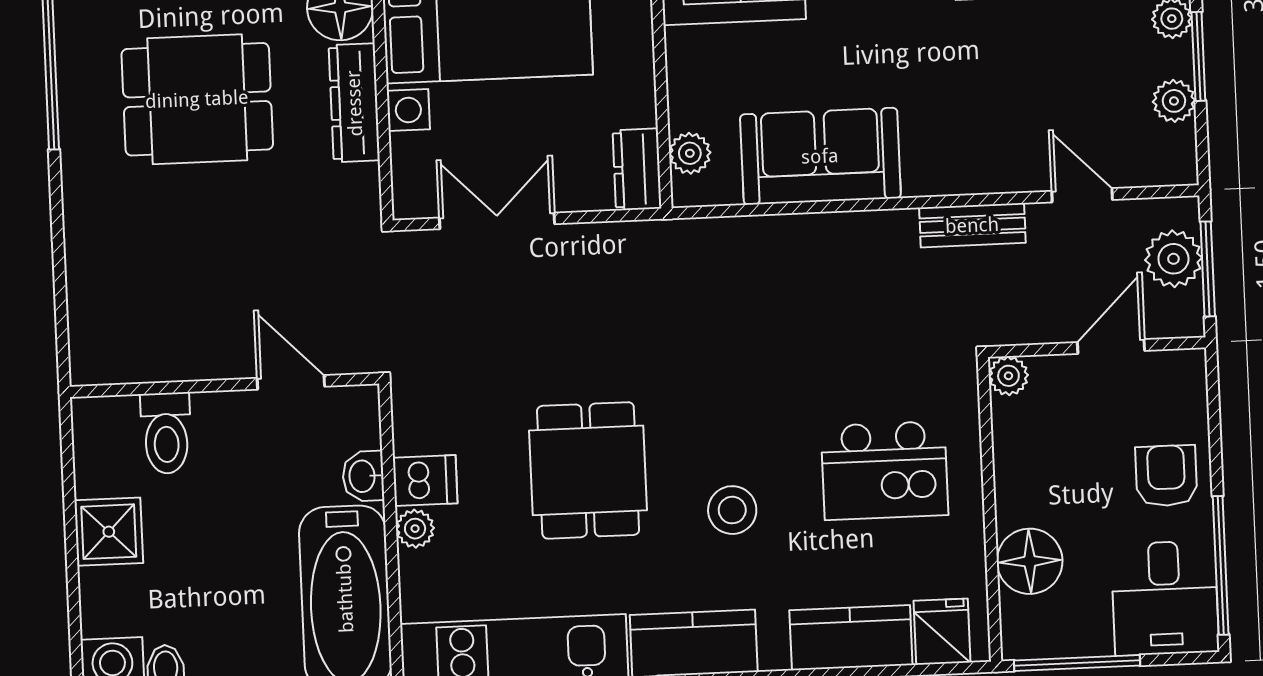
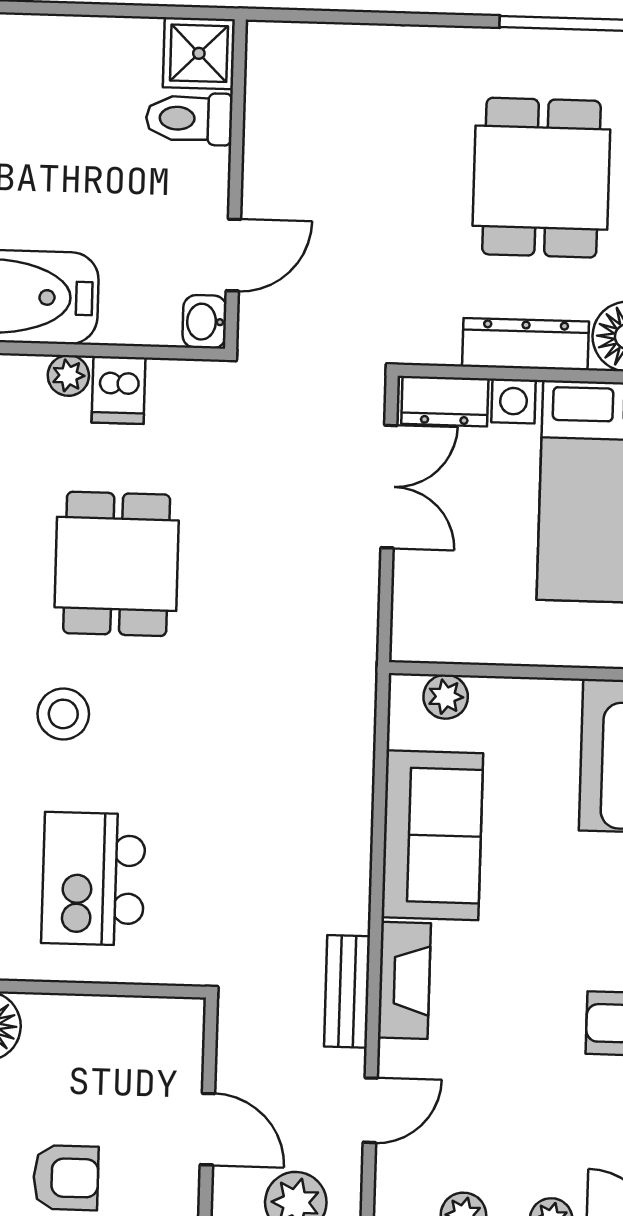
dresser: (637, 169) -> (445, 401), moved, turned 180
fireplace: (958, 172) -> (404, 980), added
plant: (1008, 376) -> (184, 1018), removed
dining table: (588, 470) -> (117, 564), turned 90
washbasin: (363, 476) -> (205, 322), moved, turned -90
shower: (109, 532) -> (199, 53), moved

